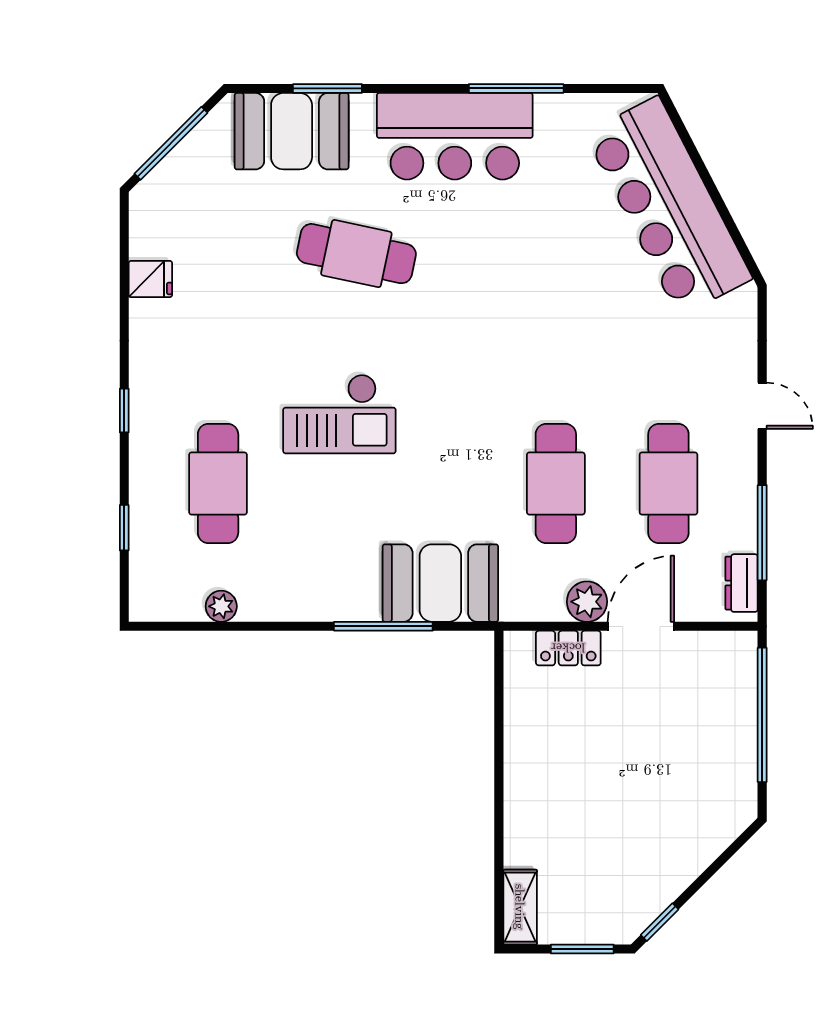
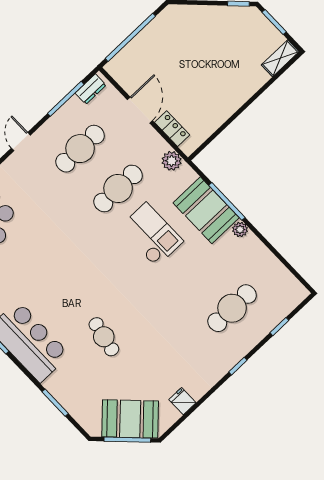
booth: (292, 131) -> (130, 419), moved, turned -45
cafe table: (356, 254) -> (104, 337), width x0.73, depth x0.74
checkout: (339, 414) -> (151, 235), moved
booth: (440, 583) -> (206, 210), moved
plant: (587, 602) -> (172, 161), moved
plant: (221, 606) -> (240, 229), moved
door: (641, 626) -> (140, 110), swing flipped

